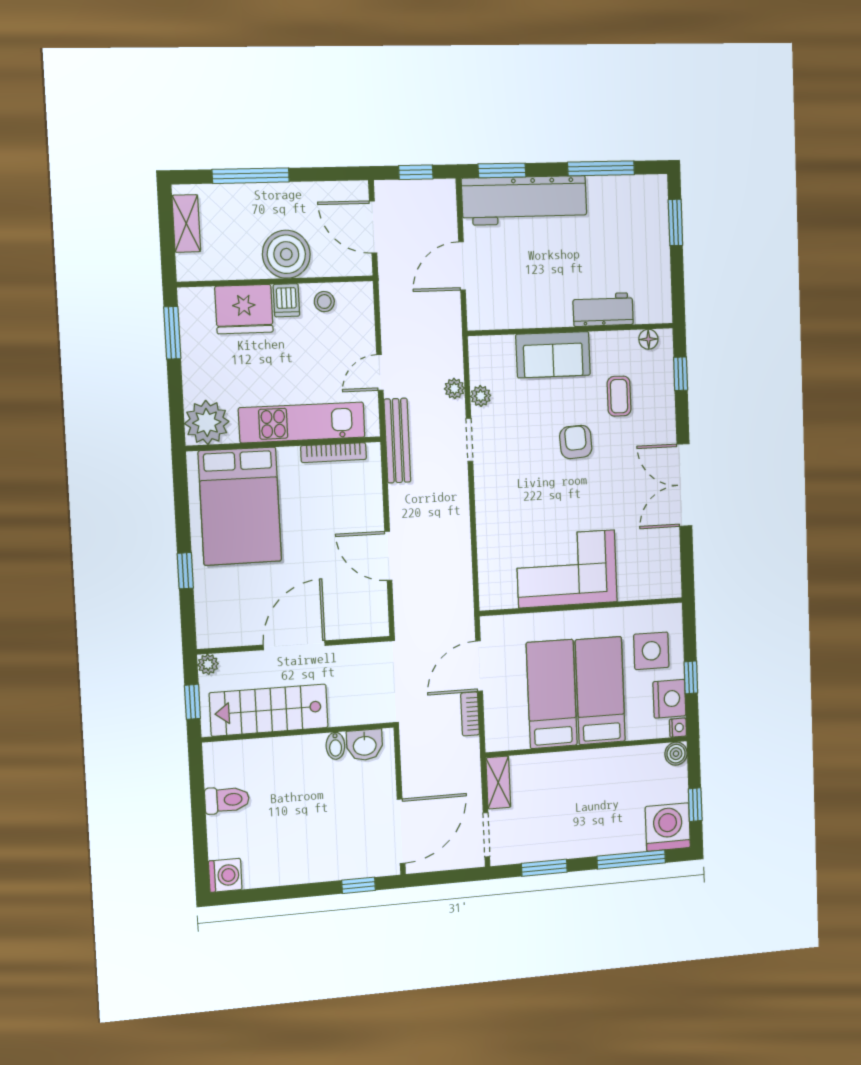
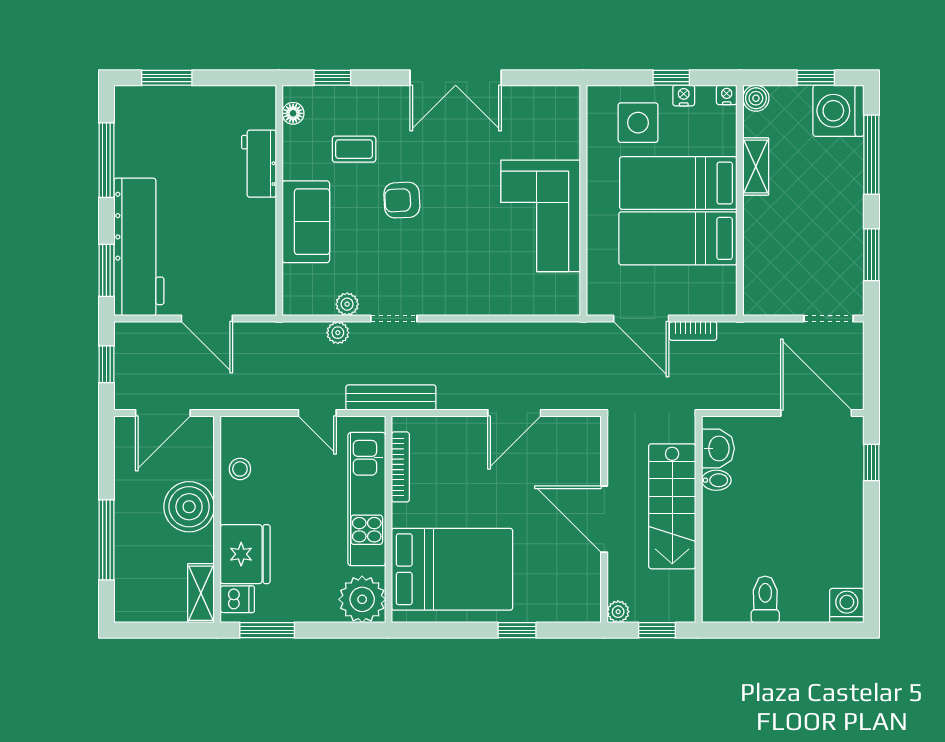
shelving: (186, 223) -> (201, 593), moved, turned 90
dishwasher: (286, 300) -> (237, 599), moved
nightstand: (669, 699) -> (684, 96), width x0.53, depth x0.56
stairs: (269, 710) -> (672, 506), moved
shelving: (498, 783) -> (756, 166), moved, turned 90

